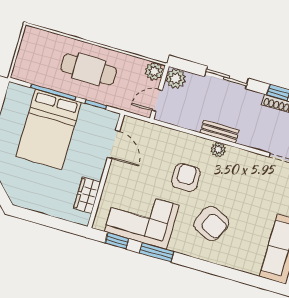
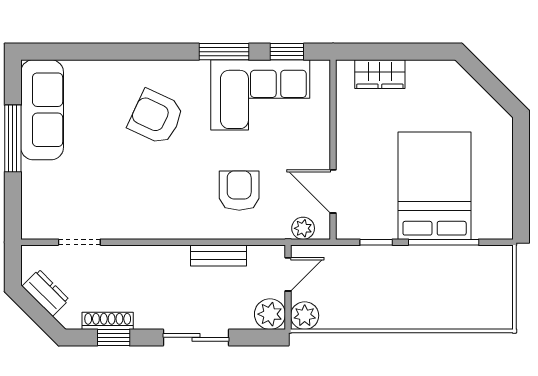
cafe table: (89, 69) -> (401, 291), removed
bench: (220, 131) -> (219, 256), moved
plant: (218, 150) -> (303, 228), moved
armchair: (186, 177) -> (239, 191), moved, turned 180
wardrobe: (87, 195) -> (380, 74), moved, turned 90

